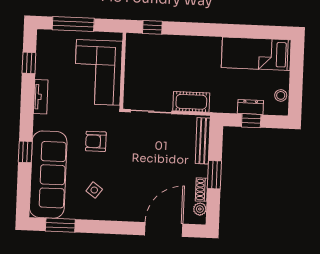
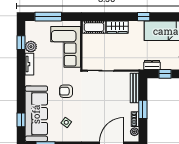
window: (152, 27) -> (144, 17), moved
wardrobe: (180, 45) -> (117, 27), added
plant: (44, 70) -> (31, 47), added
cot: (191, 102) -> (94, 27), moved
dresser: (250, 107) -> (152, 65), moved
window: (25, 152) -> (21, 120), moved

